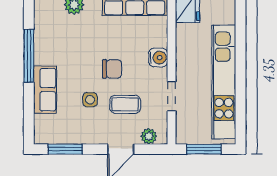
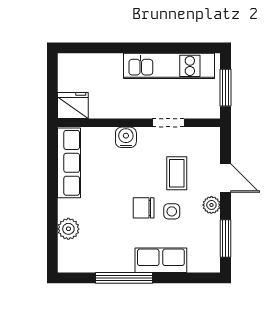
chair: (112, 69) -> (144, 208), moved, turned -90
kitchen unit: (224, 82) -> (169, 66), width x0.73
plant: (149, 136) -> (211, 205), moved

